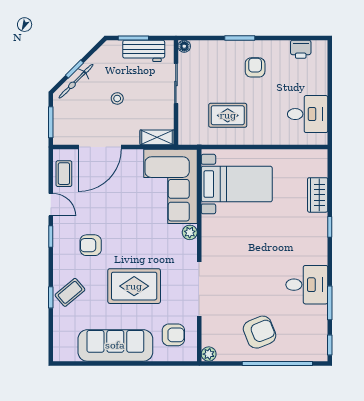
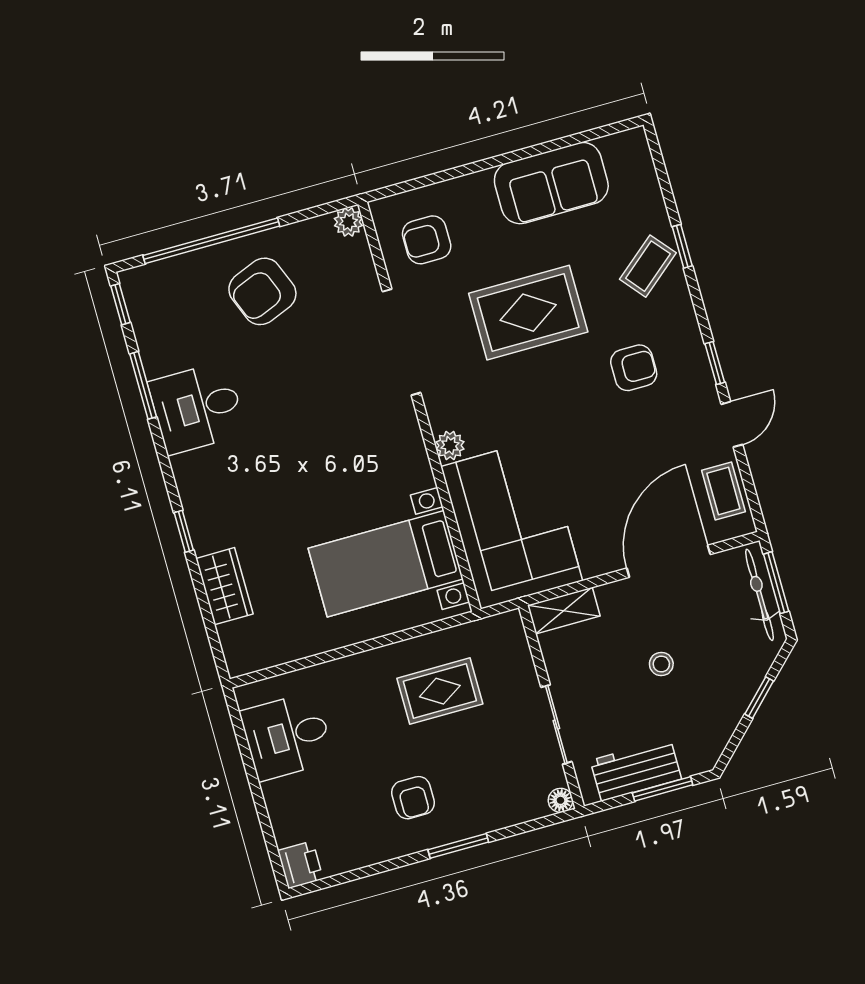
printer: (301, 49) -> (300, 865), moved, turned 90
bicycle: (76, 81) -> (759, 595), moved, turned -45
door: (51, 205) -> (732, 424), swing flipped
sofa: (115, 345) -> (551, 183), width x0.73

